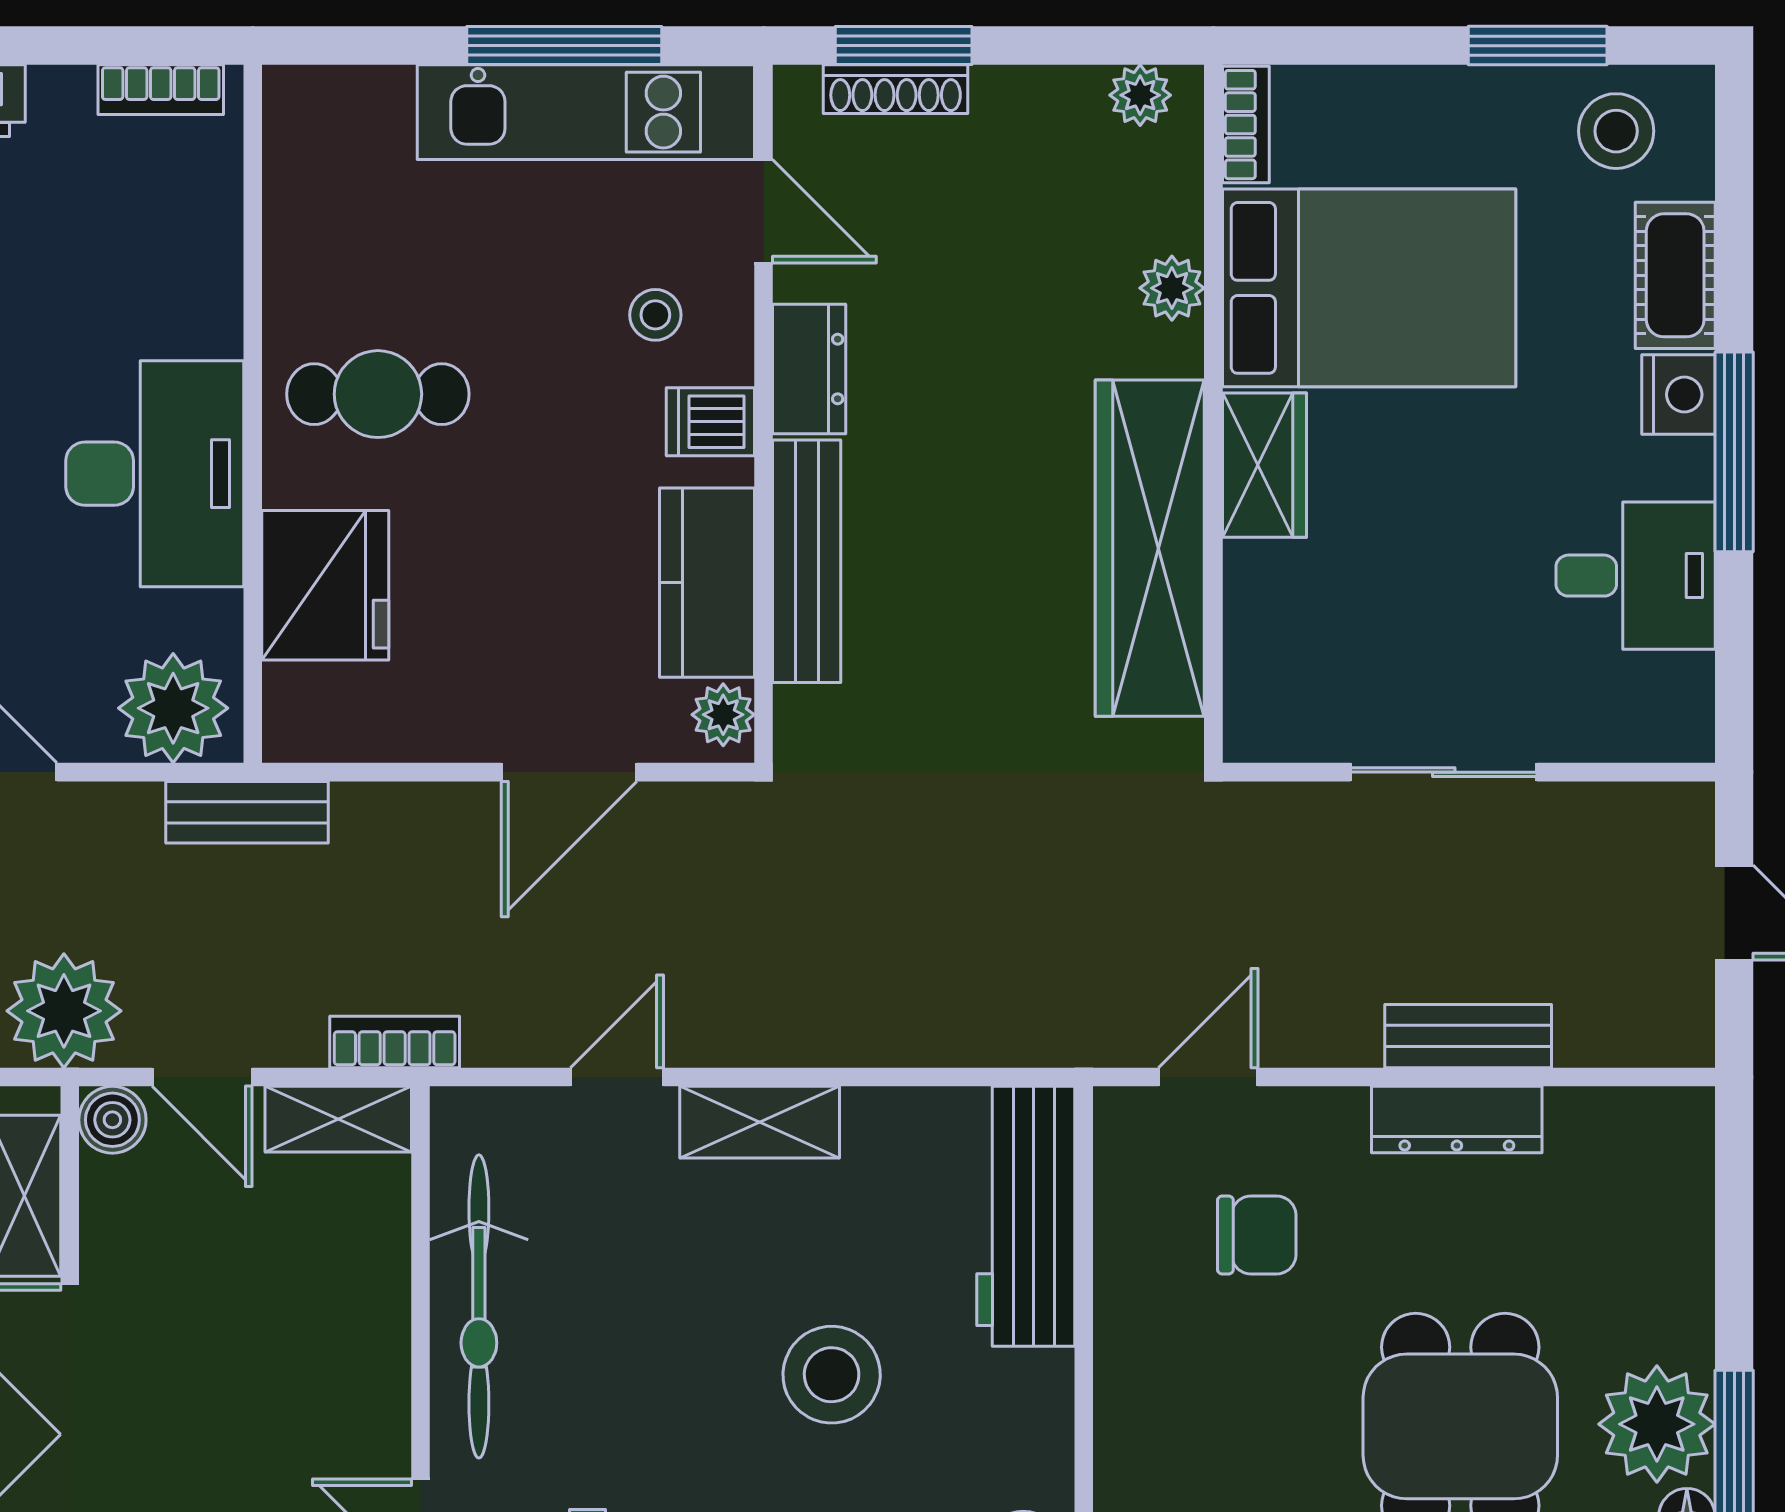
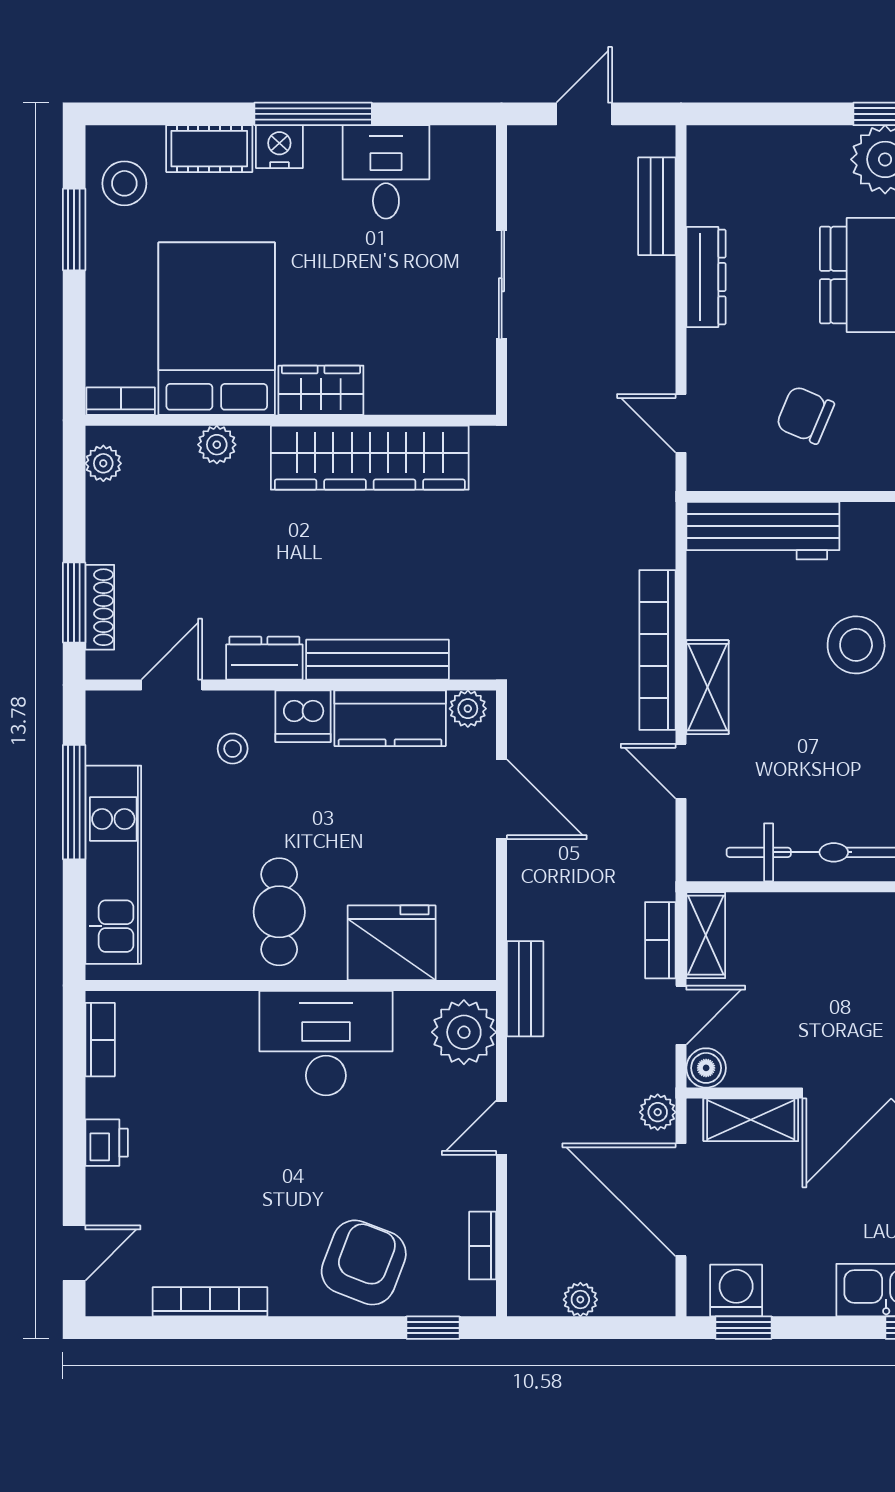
kitchen unit: (586, 112) -> (113, 865), moved
dishwasher: (710, 422) -> (303, 716), width x1.38
plant: (64, 1011) -> (658, 1112), width x0.53, depth x0.53
bench: (1468, 1036) -> (657, 206), moved
bookcase: (823, 1037) -> (657, 650), added
bookcase: (395, 1042) -> (660, 940), moved
chair: (1257, 1235) -> (805, 415), moved, turned -67

